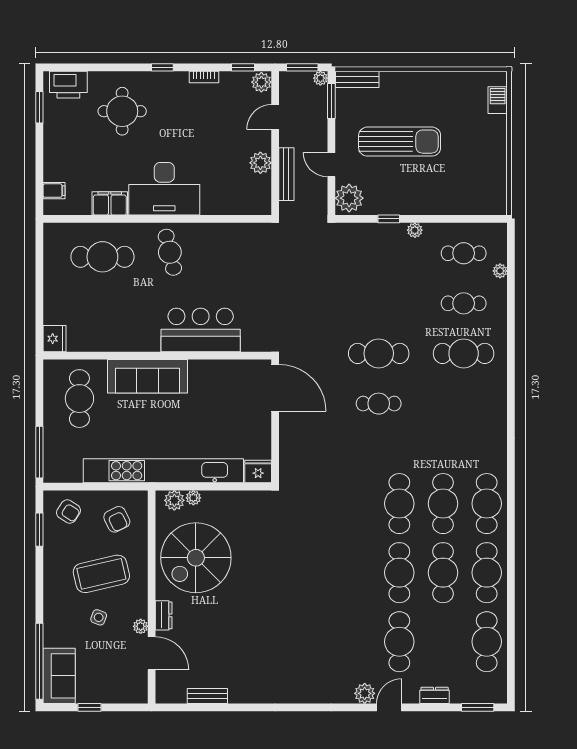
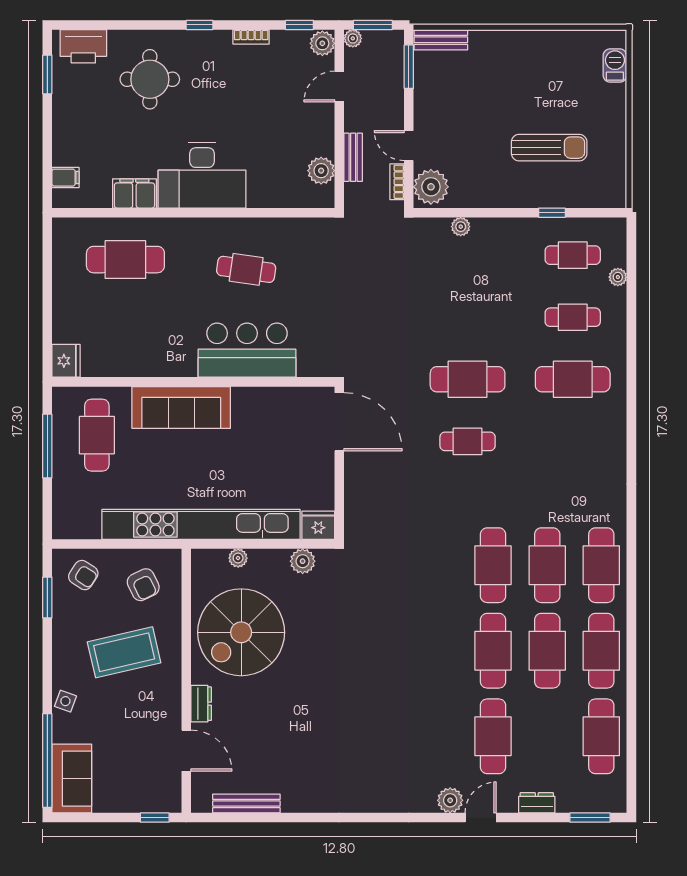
plant: (320, 78) -> (353, 38), moved
sun lounger: (400, 142) -> (549, 148), moved, width x0.73, depth x0.75
plant: (260, 163) -> (321, 171), moved
bench: (286, 174) -> (353, 157), width x0.73
bookcase: (322, 194) -> (397, 182), added
window: (389, 219) -> (552, 213), moved
plant: (415, 230) -> (461, 227), moved
cafe table: (170, 252) -> (246, 269), moved, turned -69
window: (39, 452) -> (47, 446), moved
plant: (174, 500) -> (303, 561), moved
side table: (99, 617) -> (65, 701), moved
plant: (141, 626) -> (173, 717), removed
bench: (207, 696) -> (246, 804), width x1.36
window: (89, 707) -> (155, 818), moved

